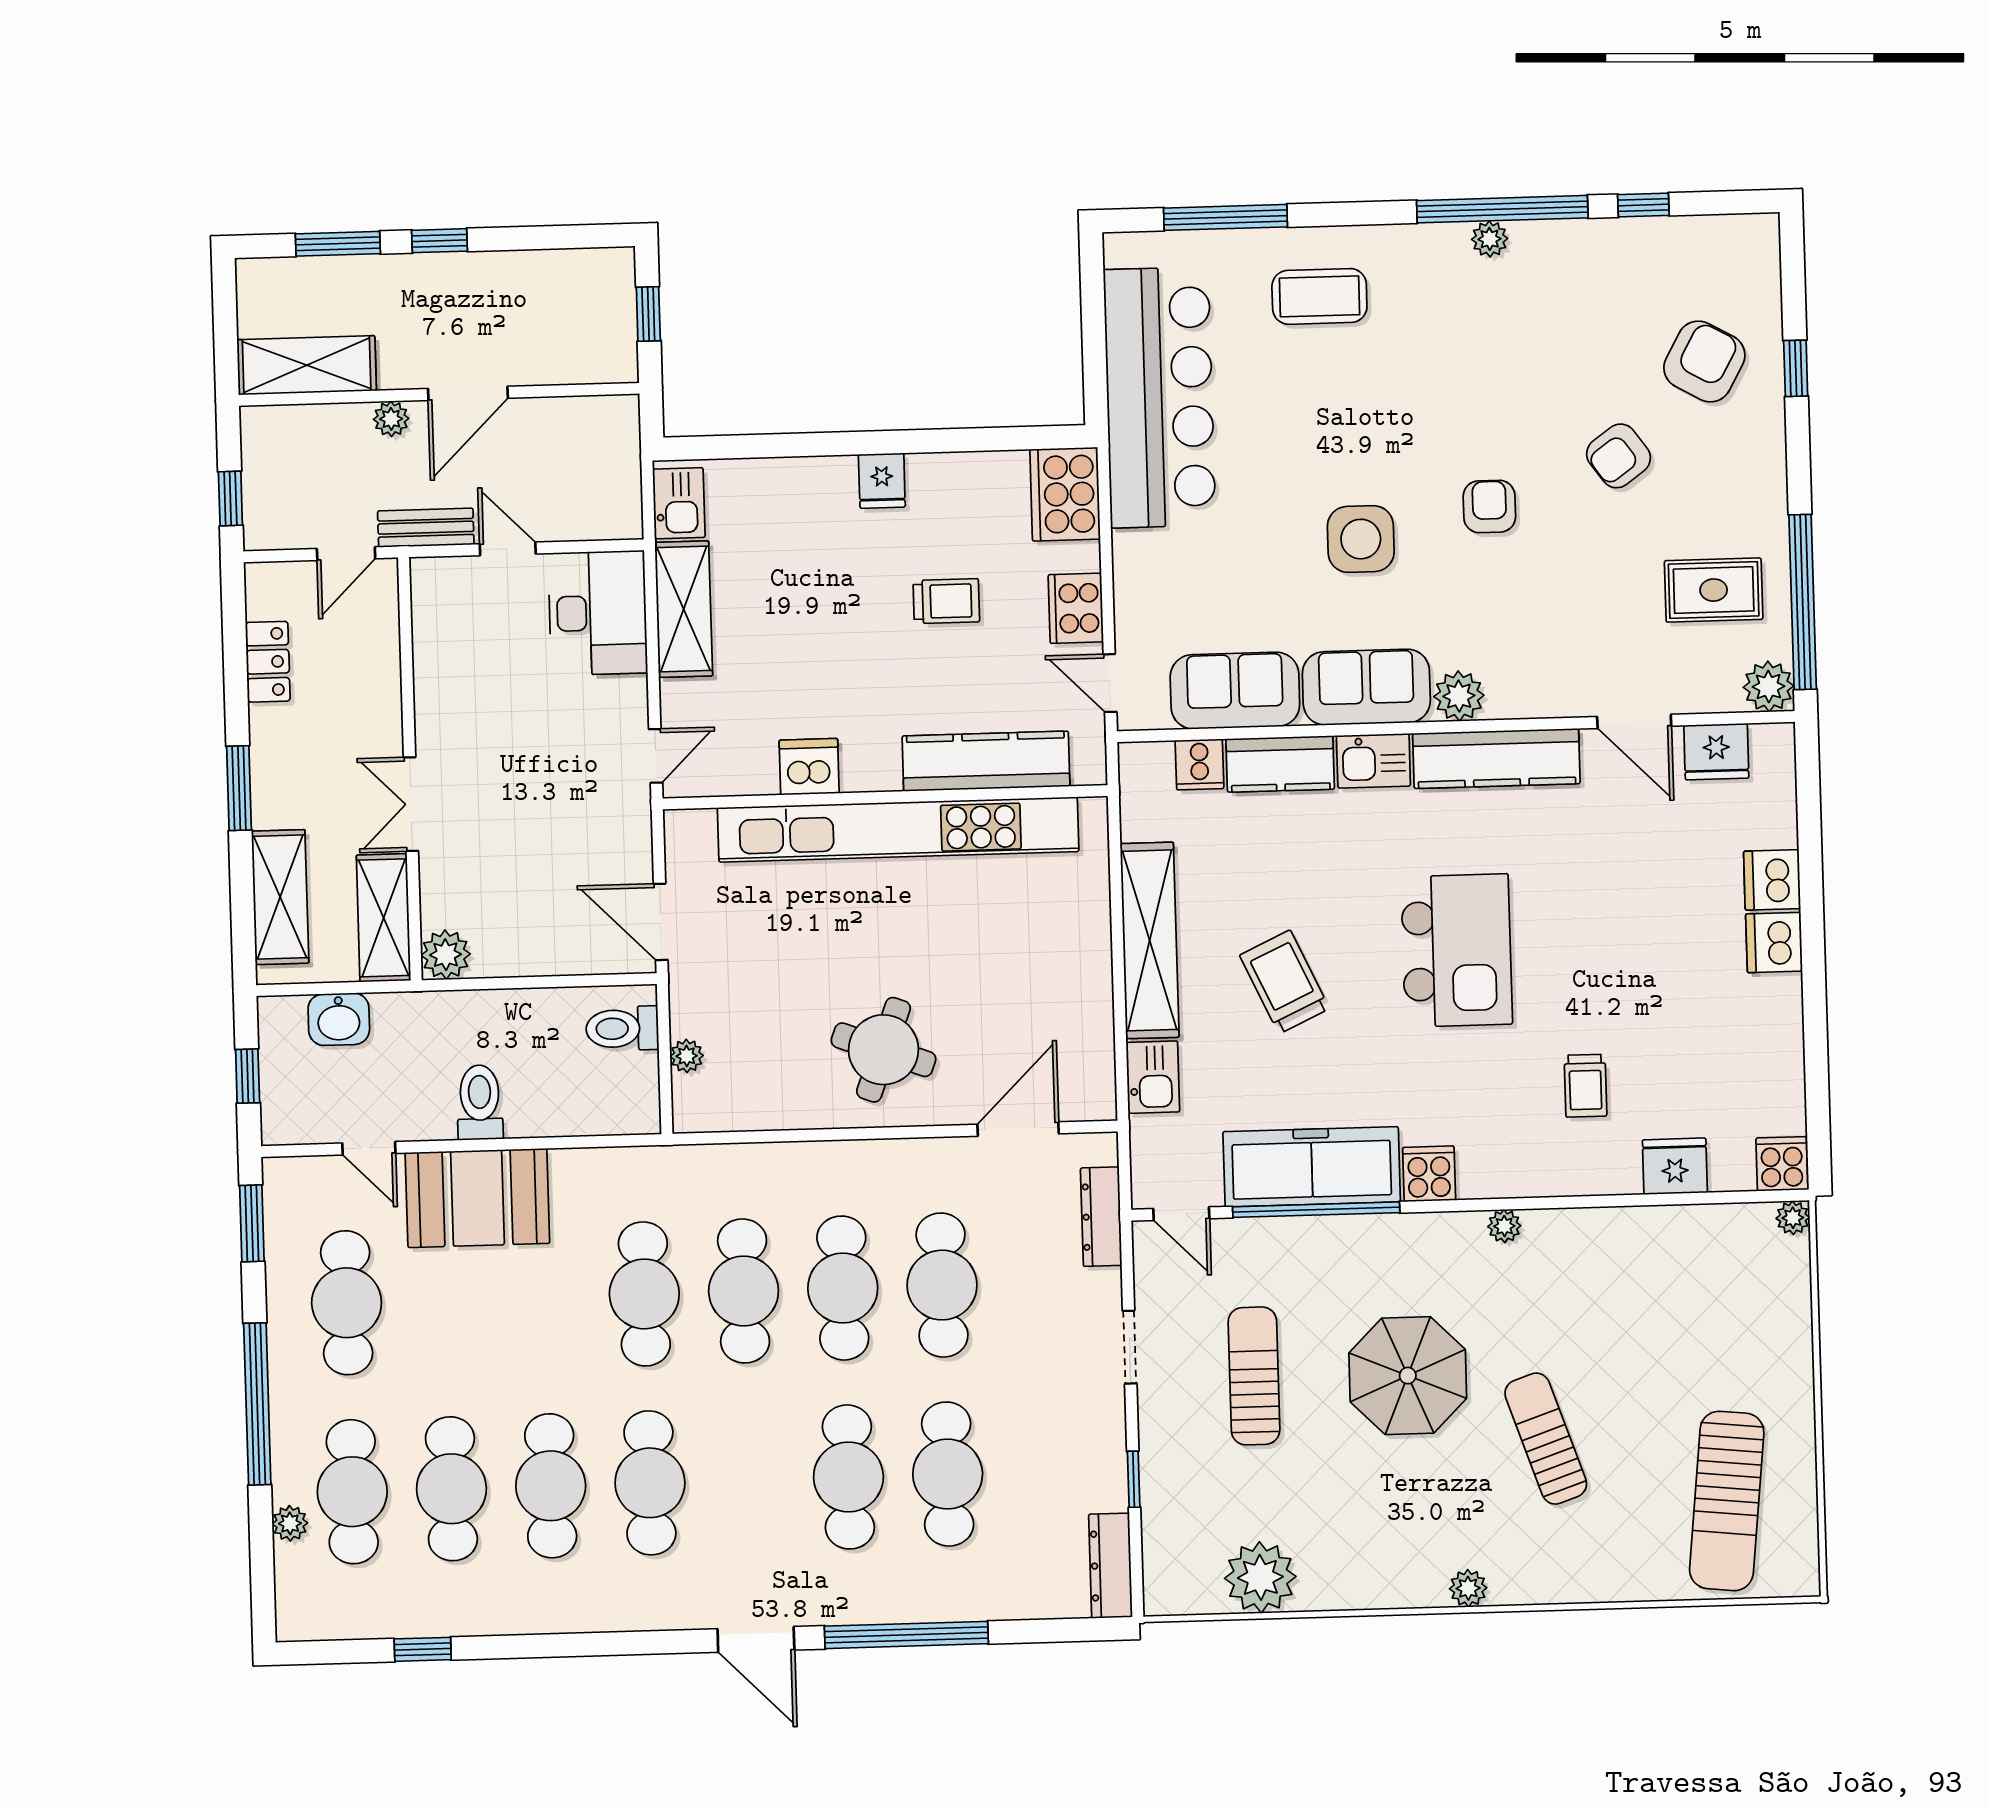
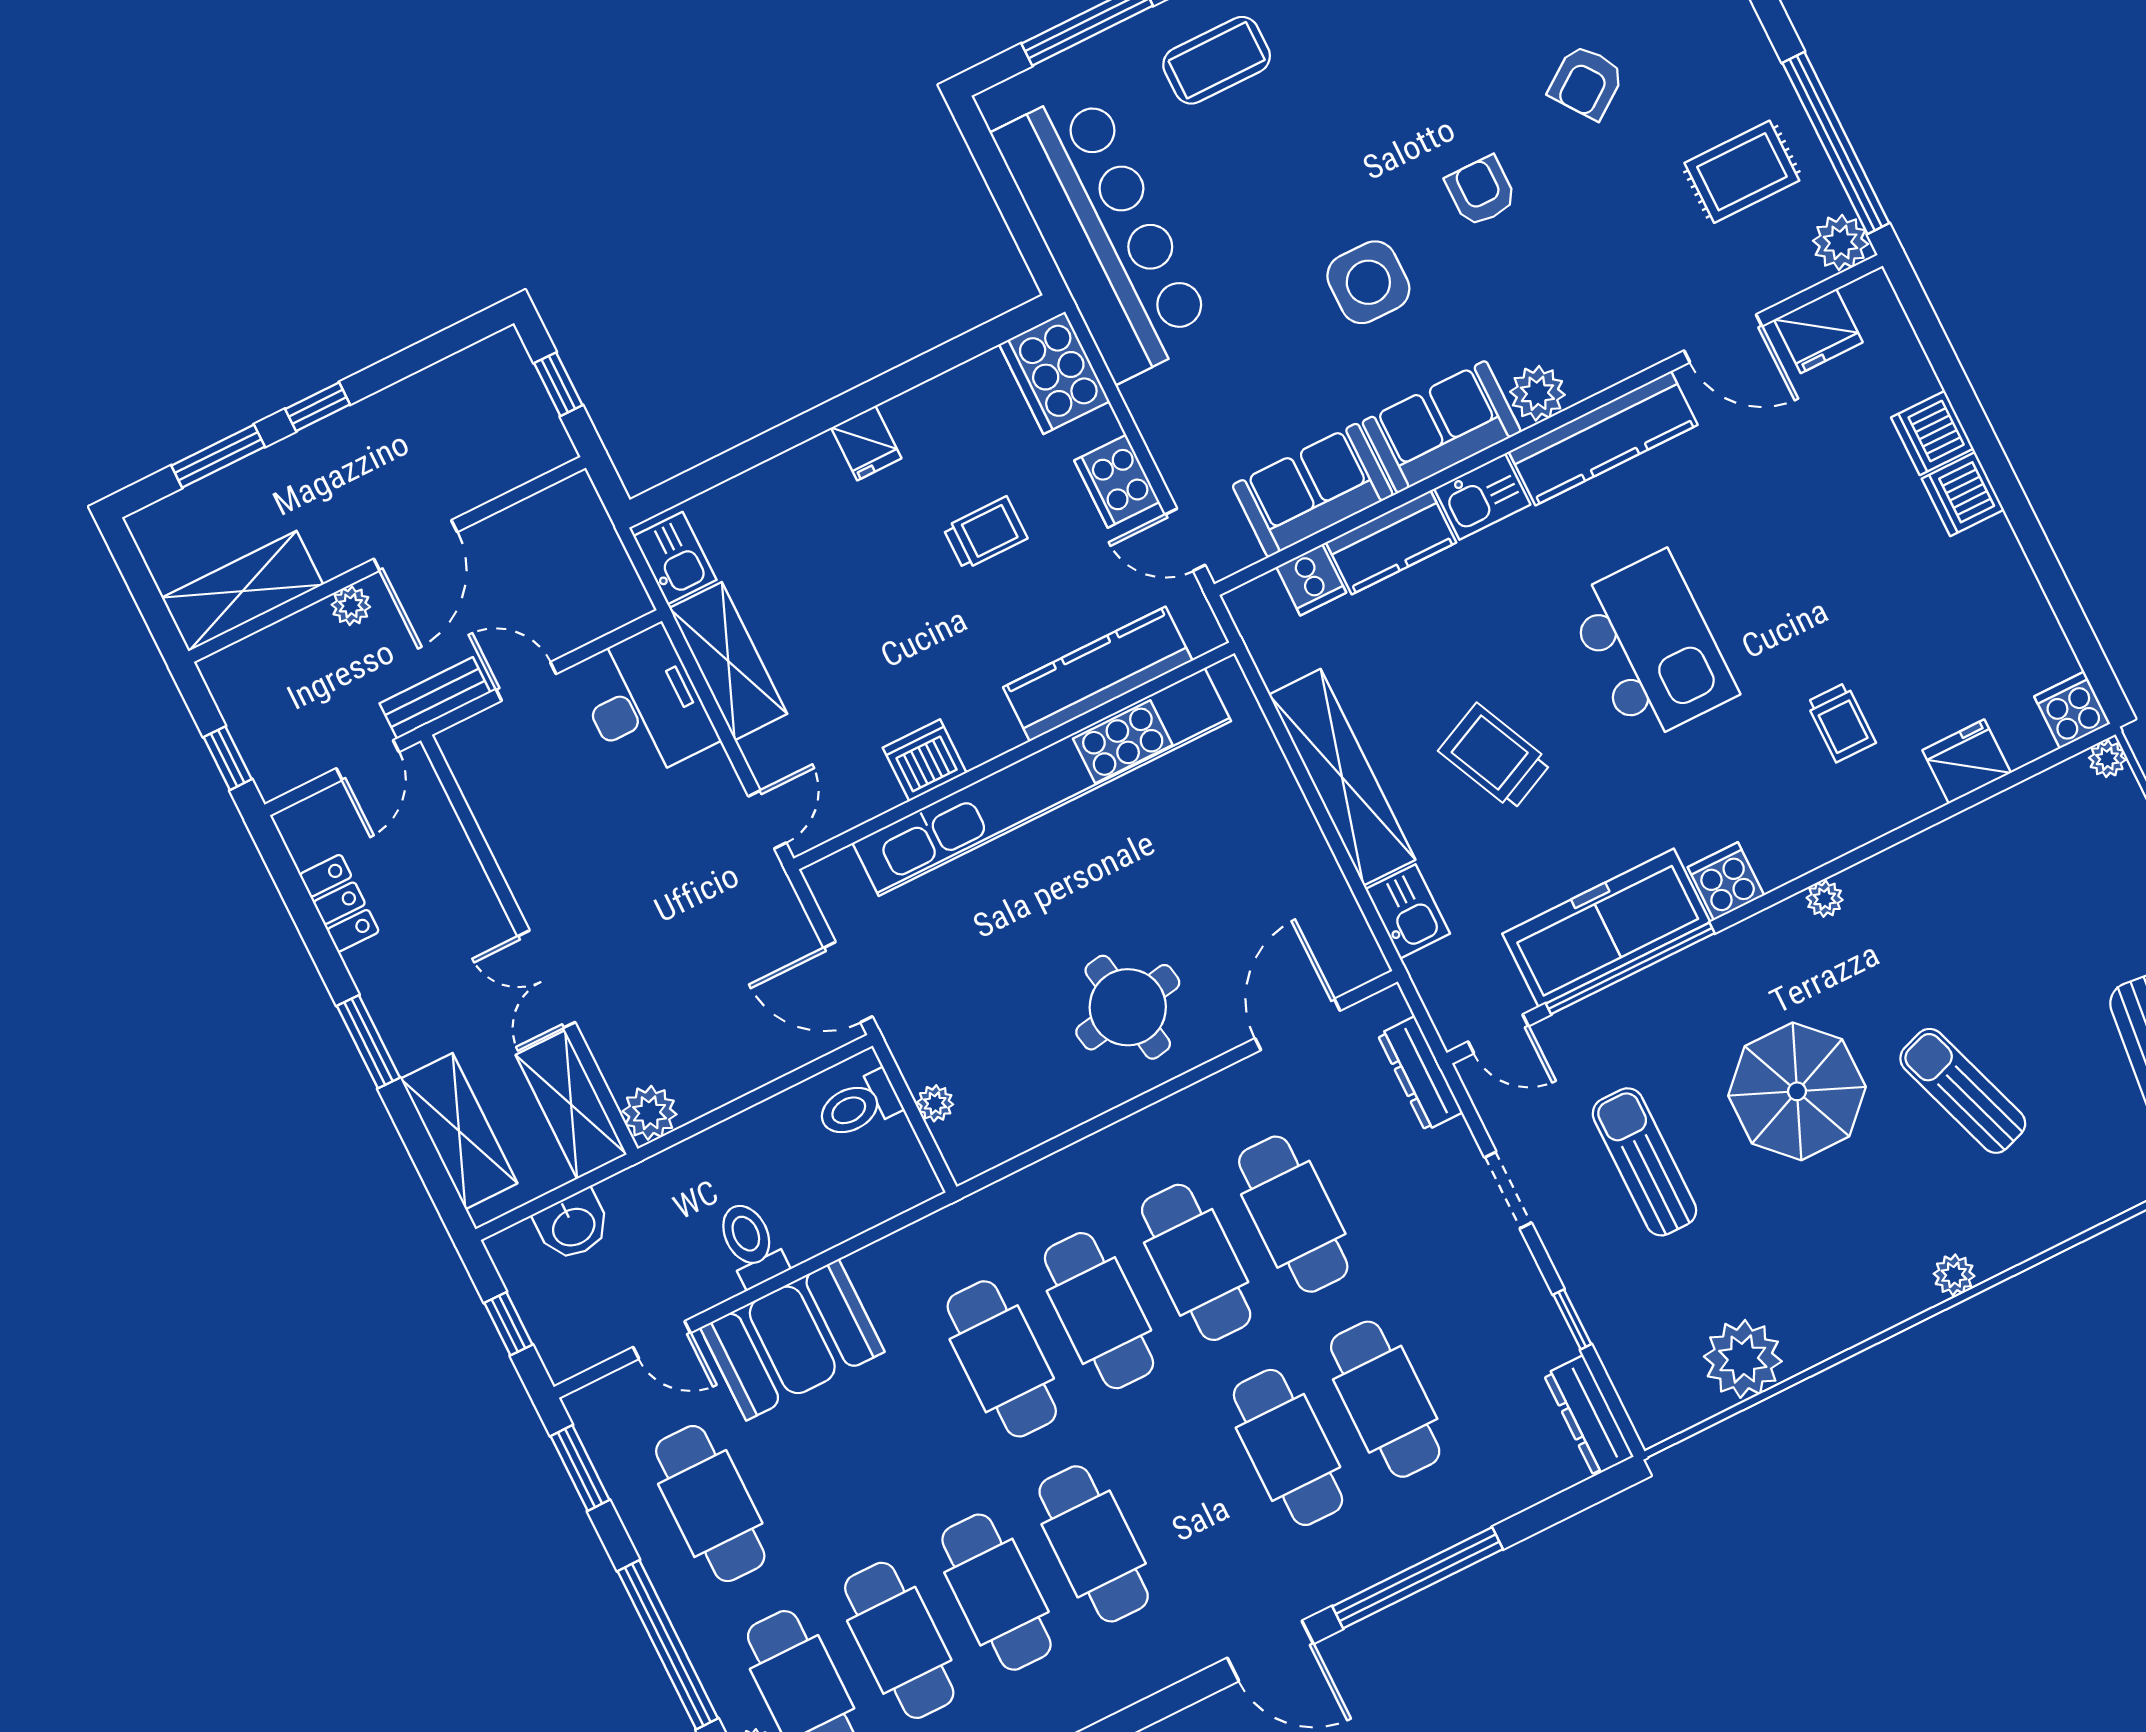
round table: (884, 1050) -> (1128, 1007), turned -30

